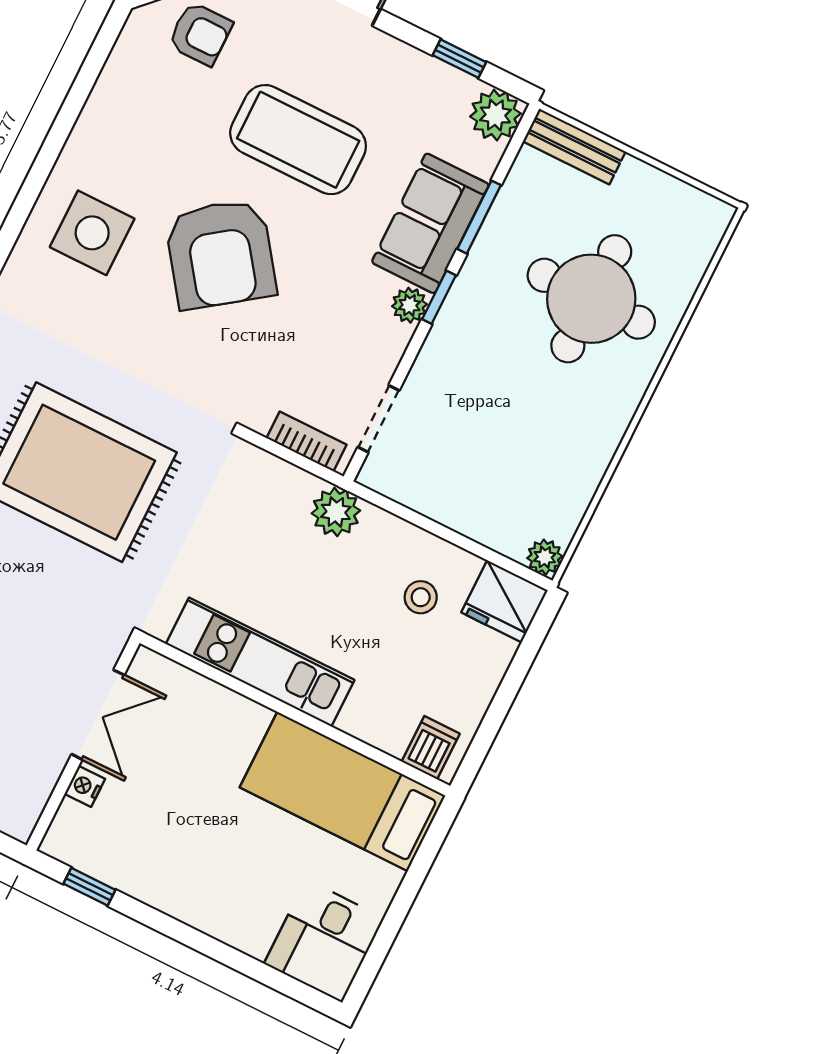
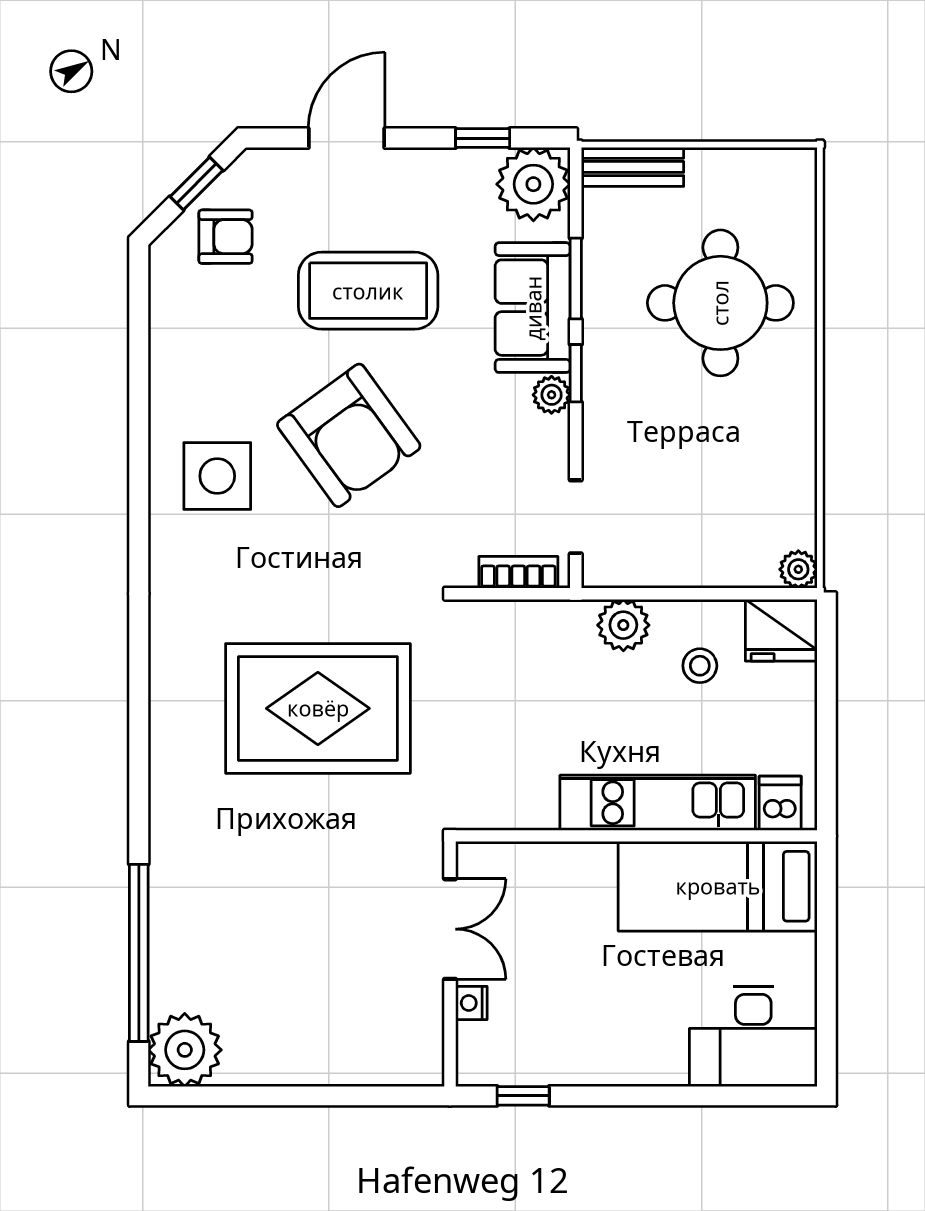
plant: (495, 115) -> (533, 184), width x1.36, depth x1.36
plant: (336, 512) -> (623, 625), moved
kitchen unit: (260, 662) -> (658, 803), moved
desk: (324, 941) -> (753, 1036), width x1.37

